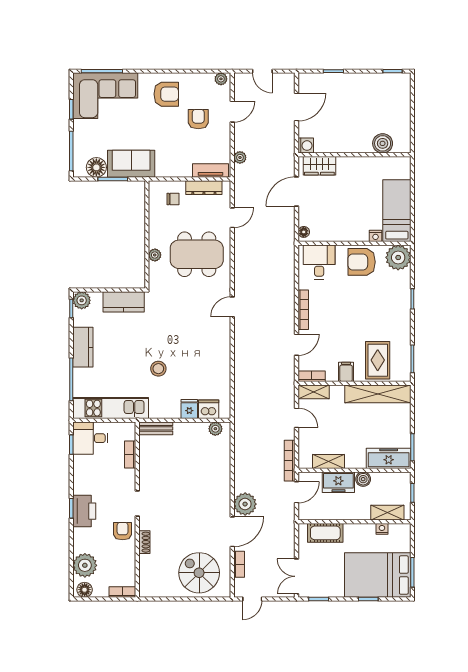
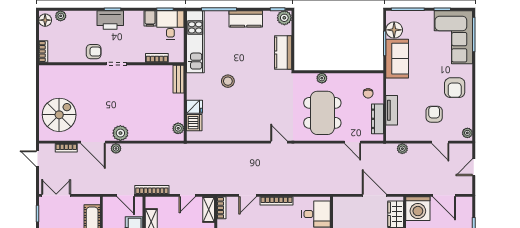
armchair: (198, 119) -> (434, 114), turned -90
washing machine: (306, 146) -> (418, 209), width x1.89, depth x1.89
tv unit: (211, 170) -> (392, 110), moved
floor lamp: (304, 232) -> (341, 201), removed
door: (297, 345) -> (248, 195), hinge flipped
filing cabinet: (82, 463) -> (150, 18), added
plant: (221, 499) -> (120, 133), added
plant: (245, 504) -> (116, 148), width x0.53, depth x0.53
shoe rack: (144, 542) -> (84, 70), removed
plant: (85, 565) -> (61, 16), width x0.53, depth x0.53

